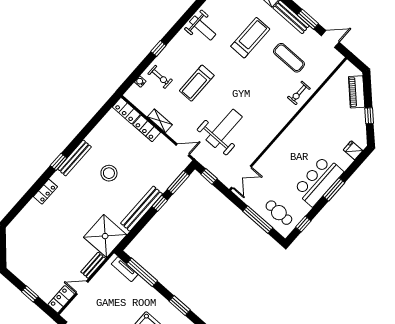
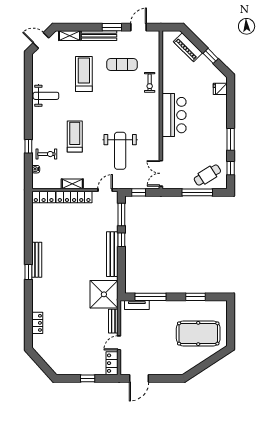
window: (158, 49) -> (28, 146), moved
treadmill: (197, 83) -> (75, 137), turned 180
weight bench: (224, 128) -> (120, 151), turned 180
locker: (147, 129) -> (74, 197), width x1.53
stool: (109, 173) -> (69, 250), removed
double door: (241, 177) -> (161, 173), swing flipped
bar counter: (318, 181) -> (174, 115), moved, turned 180
window: (334, 189) -> (231, 139), moved
locker: (45, 192) -> (37, 323), moved
cafe table: (279, 213) -> (207, 175), turned -32

